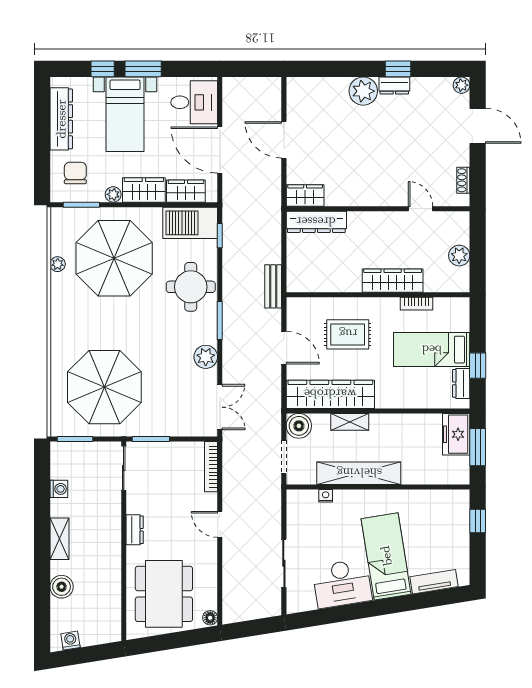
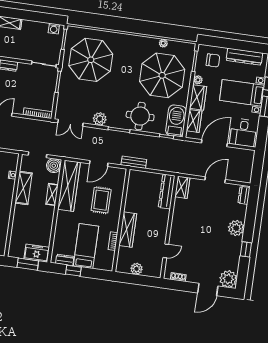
plant: (461, 85) -> (228, 279), width x1.87, depth x1.87
dresser: (394, 86) -> (244, 195), moved
shelving: (359, 473) -> (24, 188), width x0.68
washing machine: (59, 489) -> (54, 29), moved

